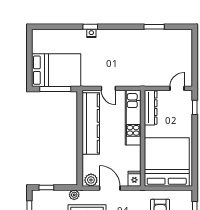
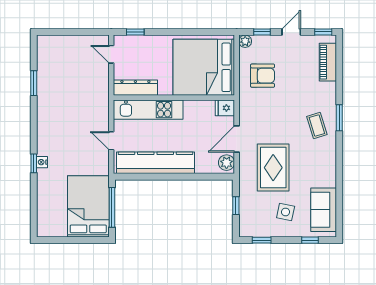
door: (108, 88) -> (111, 141), swing flipped
window: (46, 187) -> (236, 206), moved
plant: (74, 195) -> (245, 41), moved

